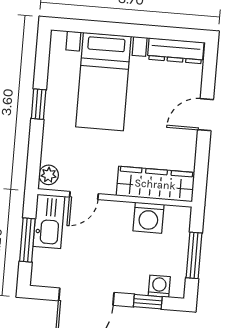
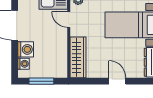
washing machine: (148, 218) -> (26, 49), moved, turned 180
window: (148, 302) -> (15, 58), removed

